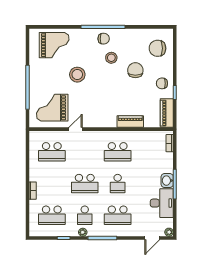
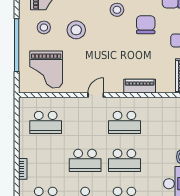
stool: (50, 72) -> (44, 27), added
grand piano: (52, 108) -> (46, 70), turned -90
door: (76, 129) -> (96, 95), moved
school desk: (118, 184) -> (124, 160), width x1.85

